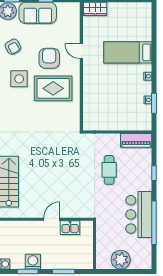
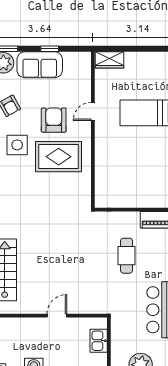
door: (81, 51) -> (93, 111), hinge flipped
kitchen sink: (70, 228) -> (99, 341), moved, turned 90

